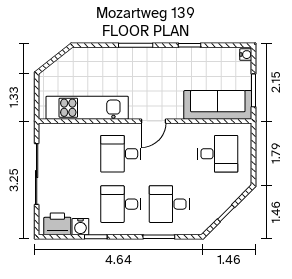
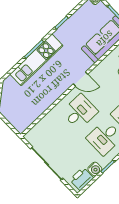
kitchen unit: (87, 108) -> (36, 60), moved, turned 180
door: (154, 121) -> (80, 79), hinge flipped
desk: (121, 154) -> (80, 112), turned 180

